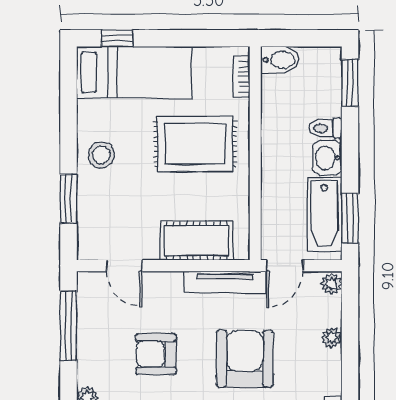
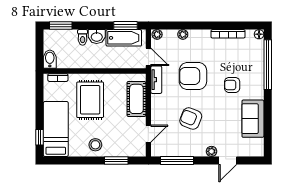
tv unit: (225, 282) -> (156, 80), width x0.71
armchair: (156, 354) -> (191, 119), turned 112

